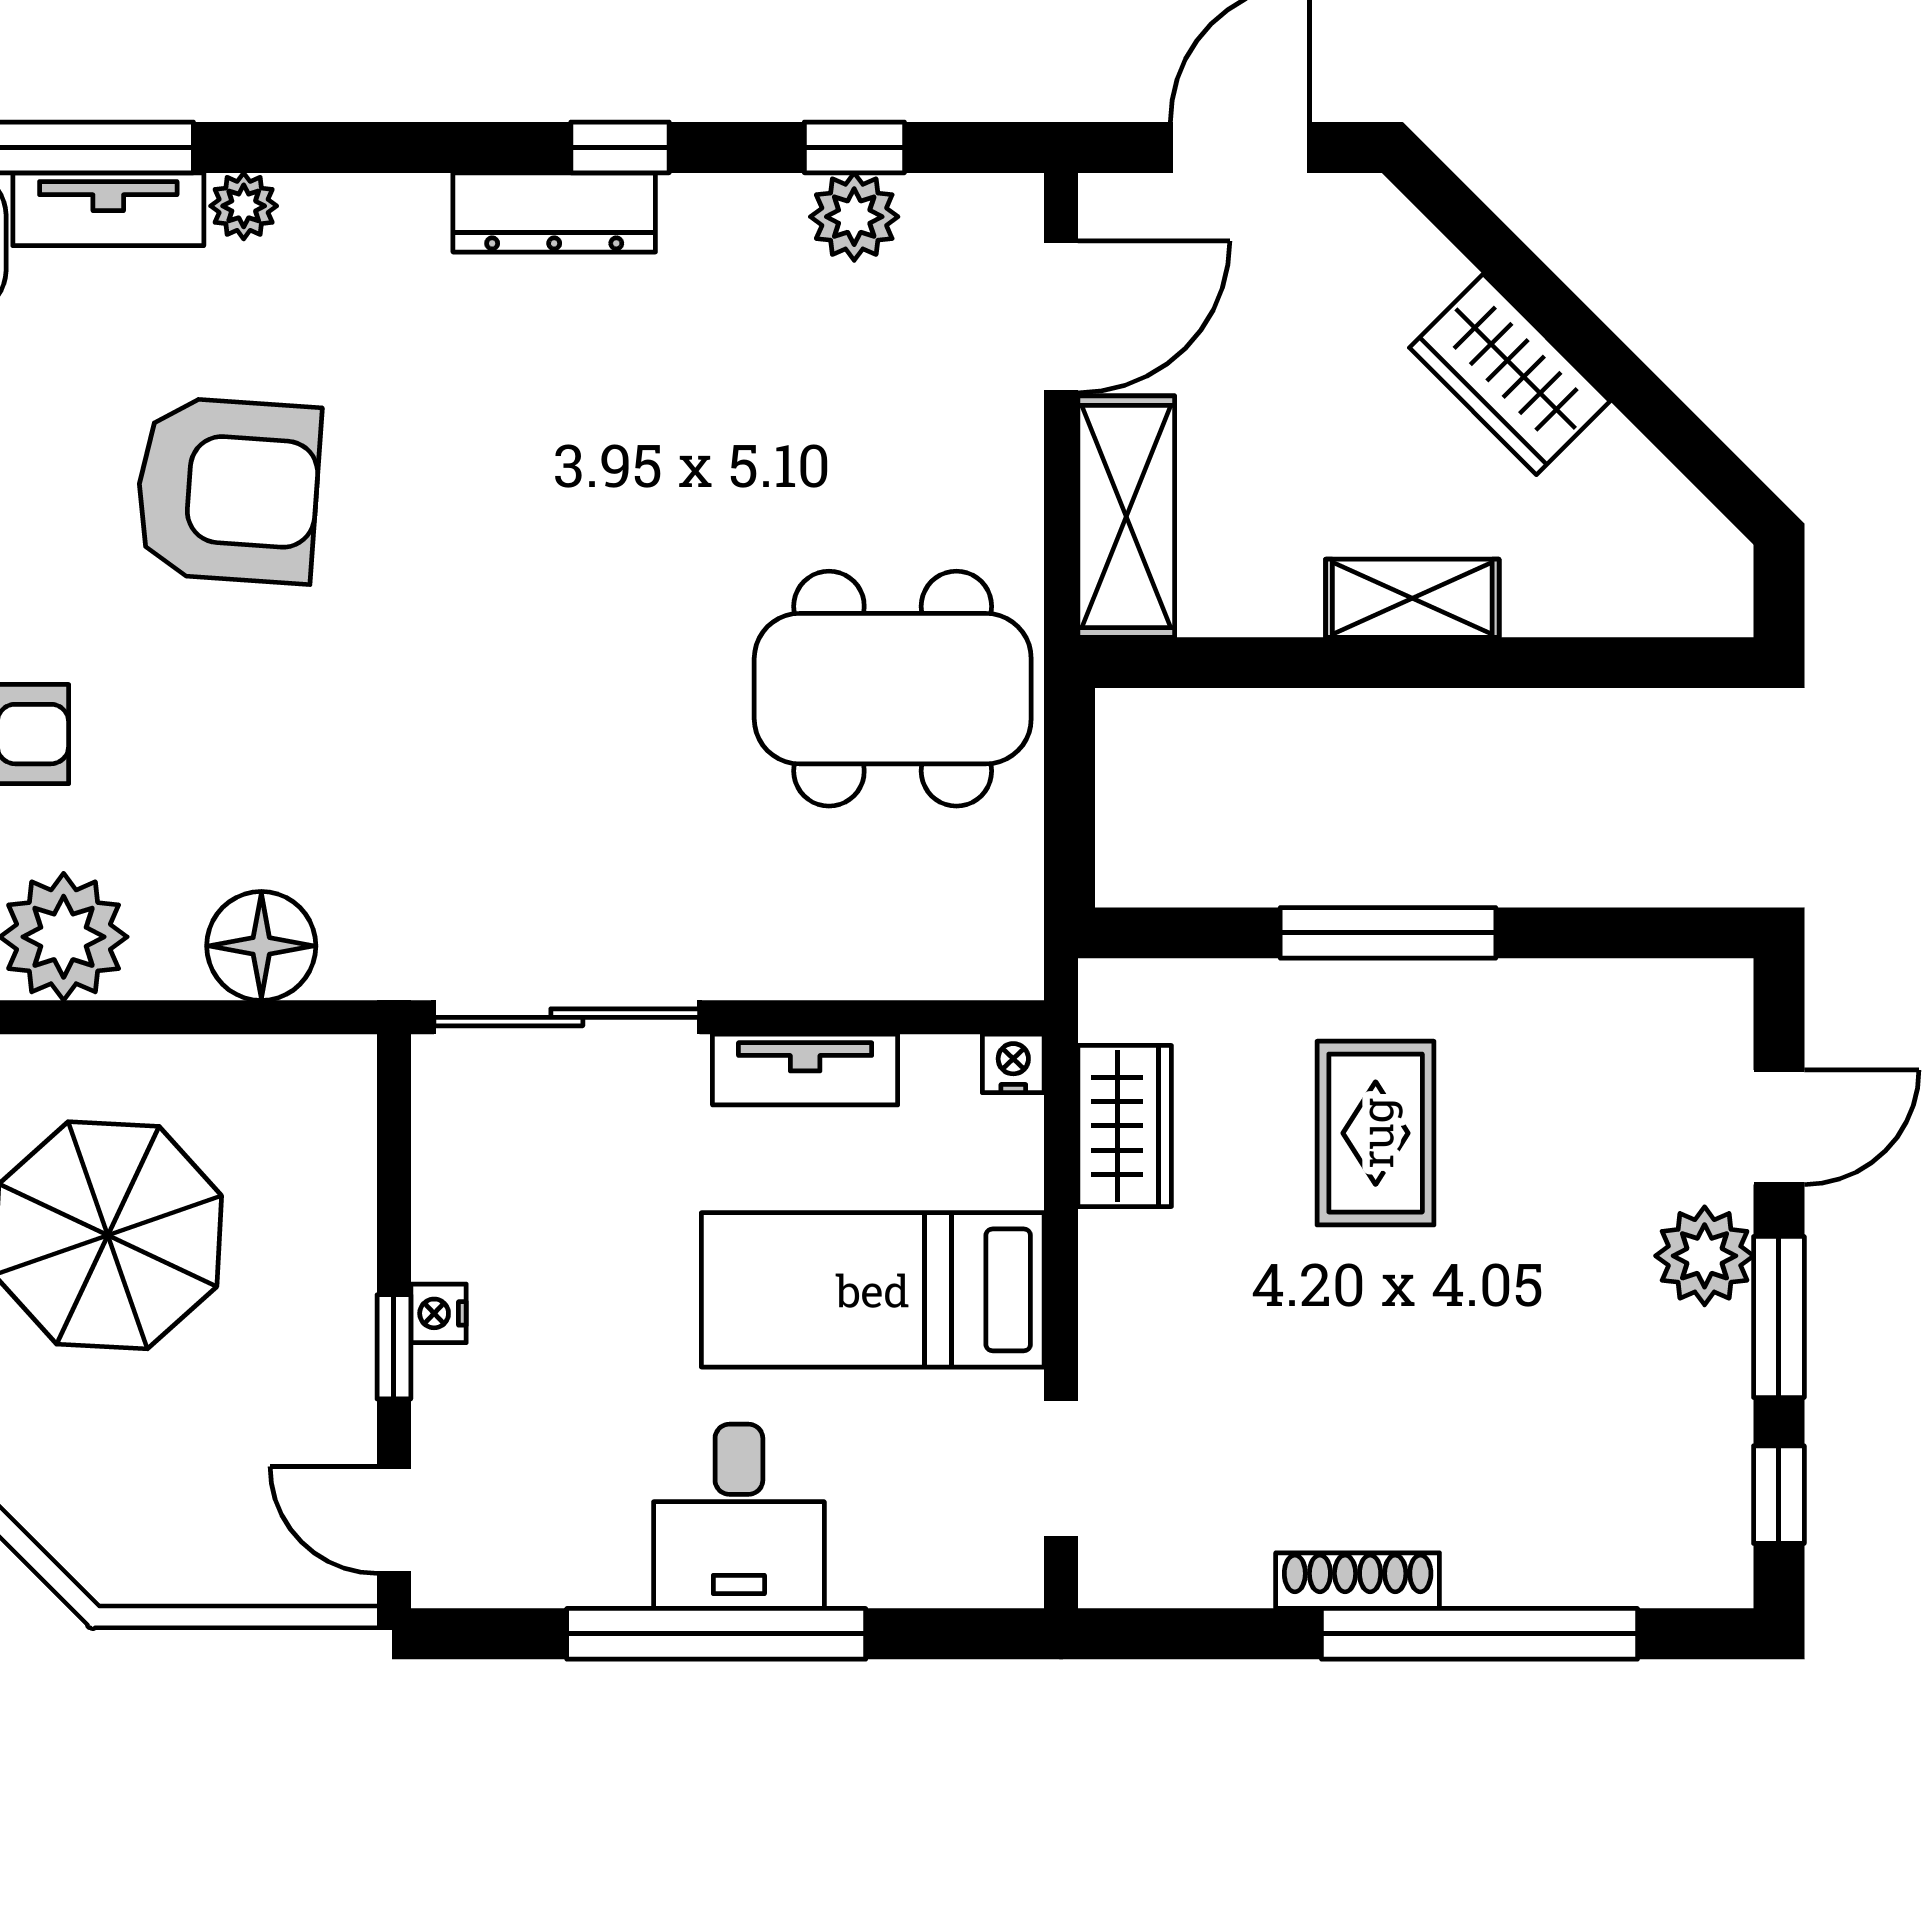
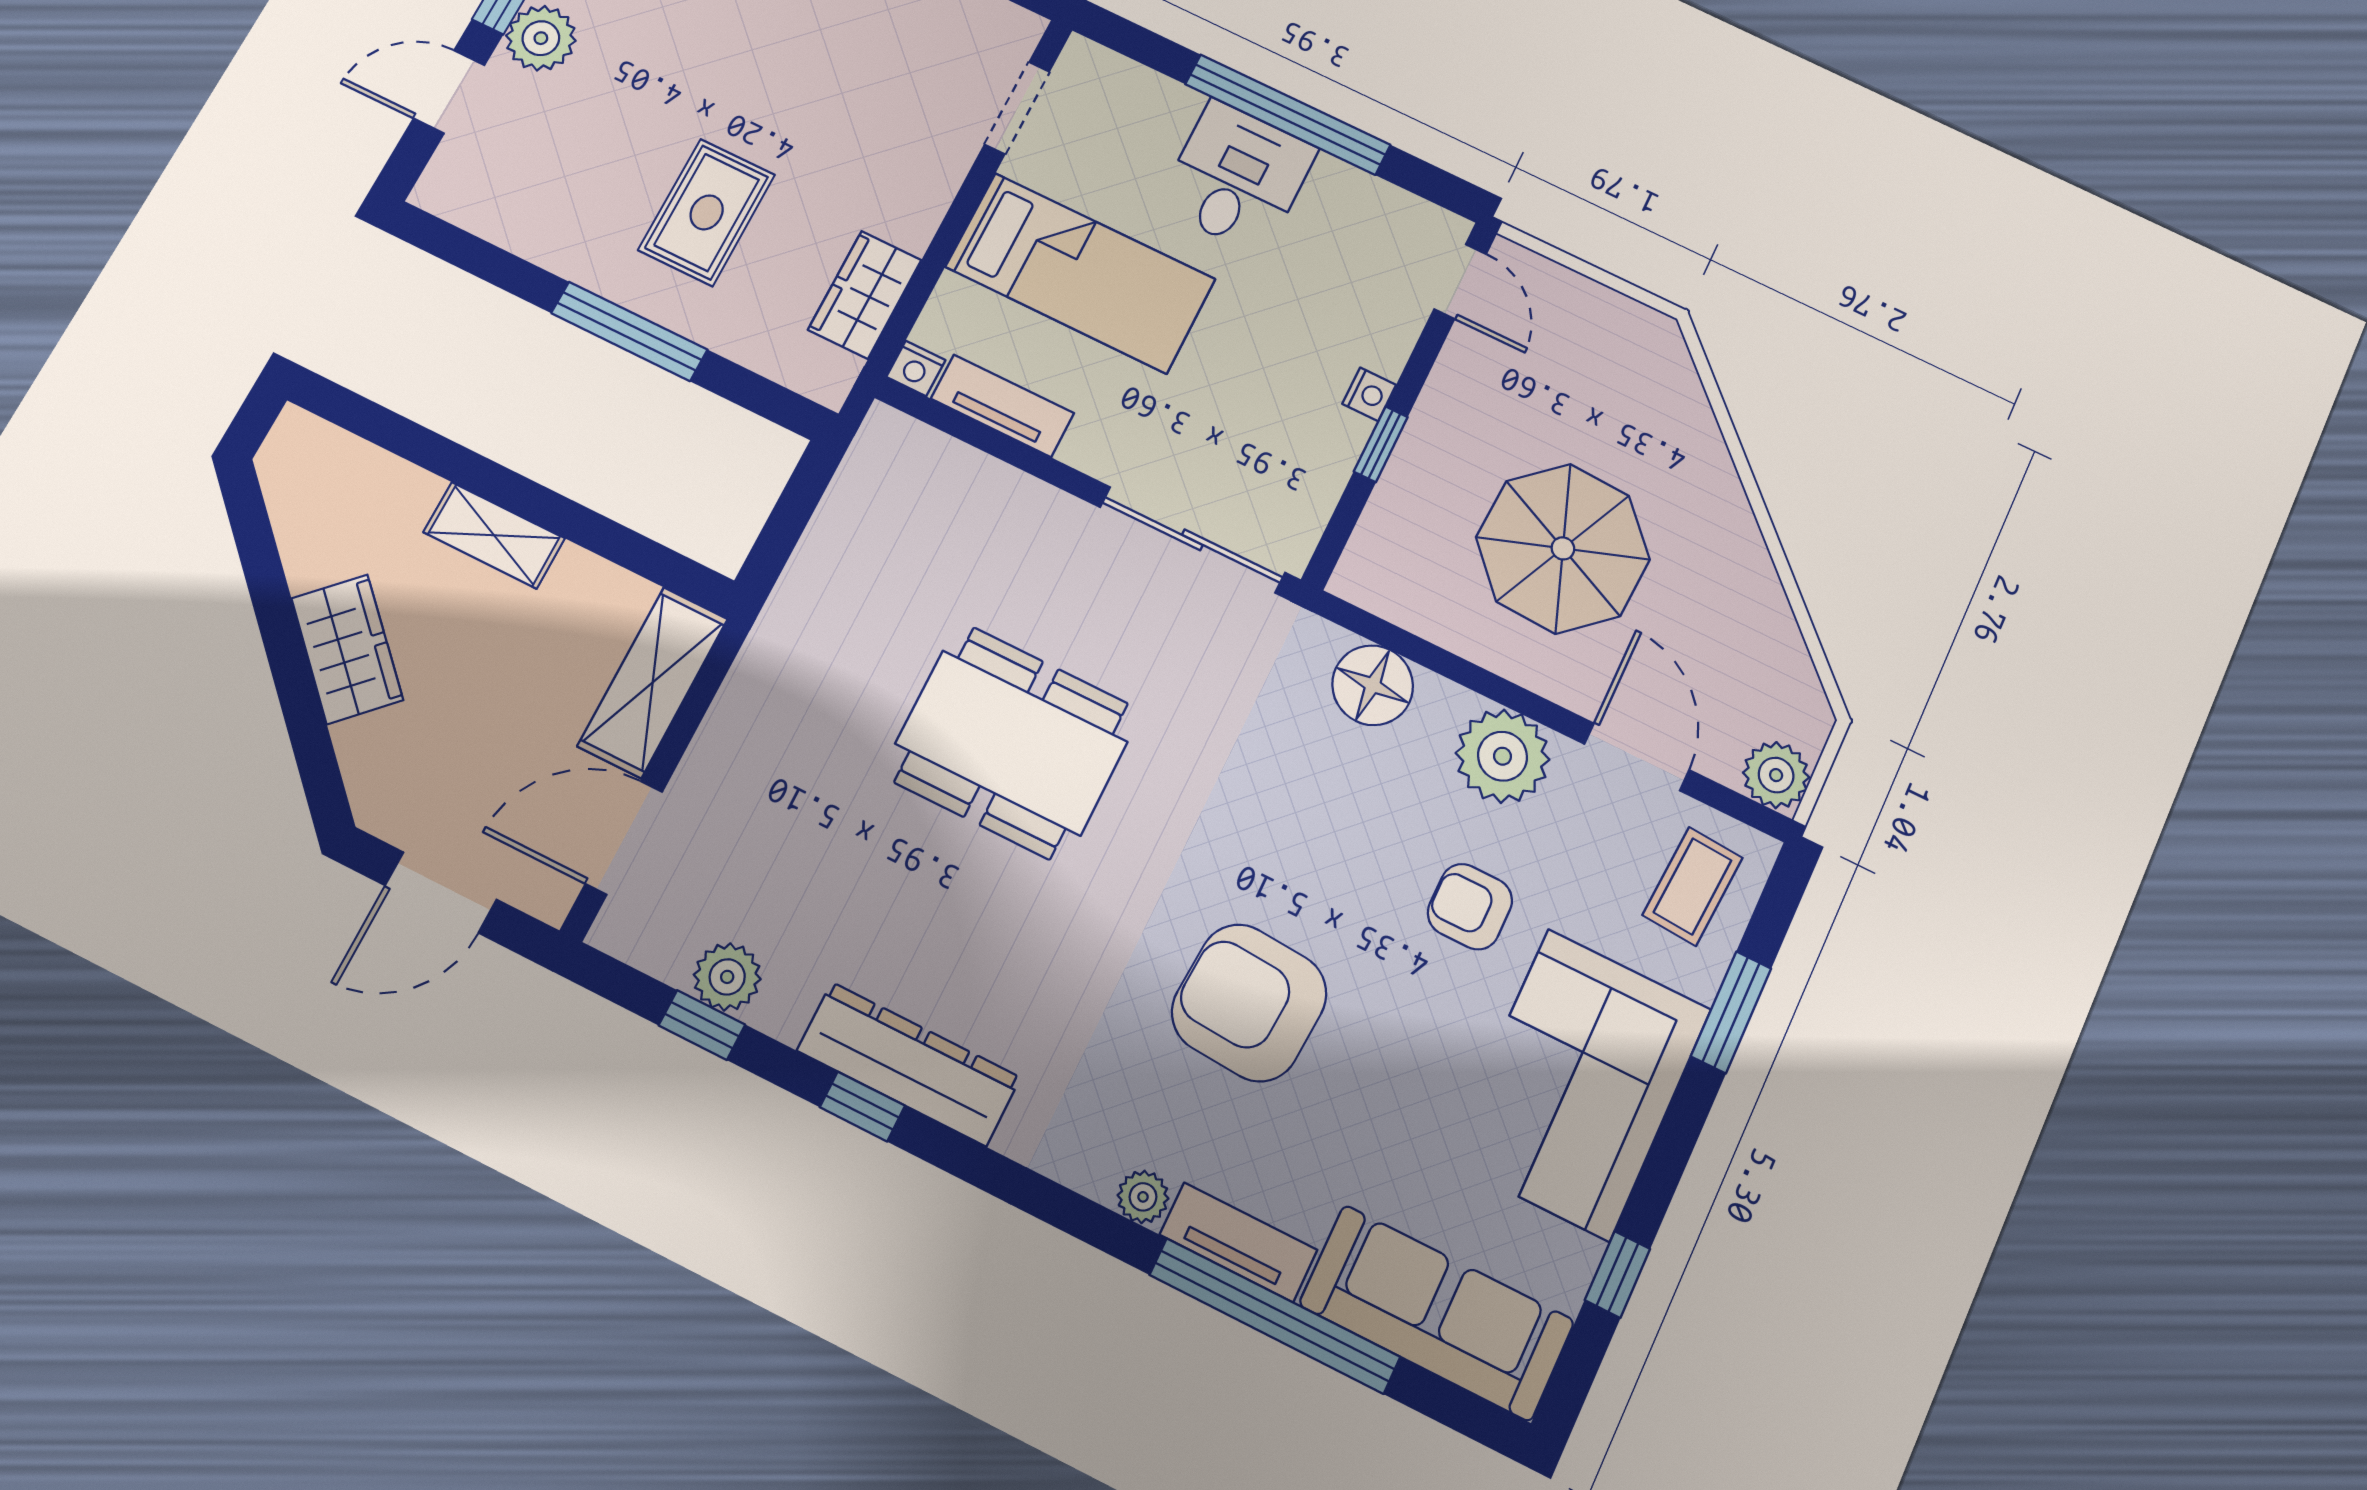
dresser: (554, 212) -> (909, 1064), width x1.37, depth x1.24
dining table: (893, 689) -> (1011, 743), moved
tv unit: (805, 1070) -> (1002, 406), moved
window: (394, 1347) -> (1381, 444), moved

